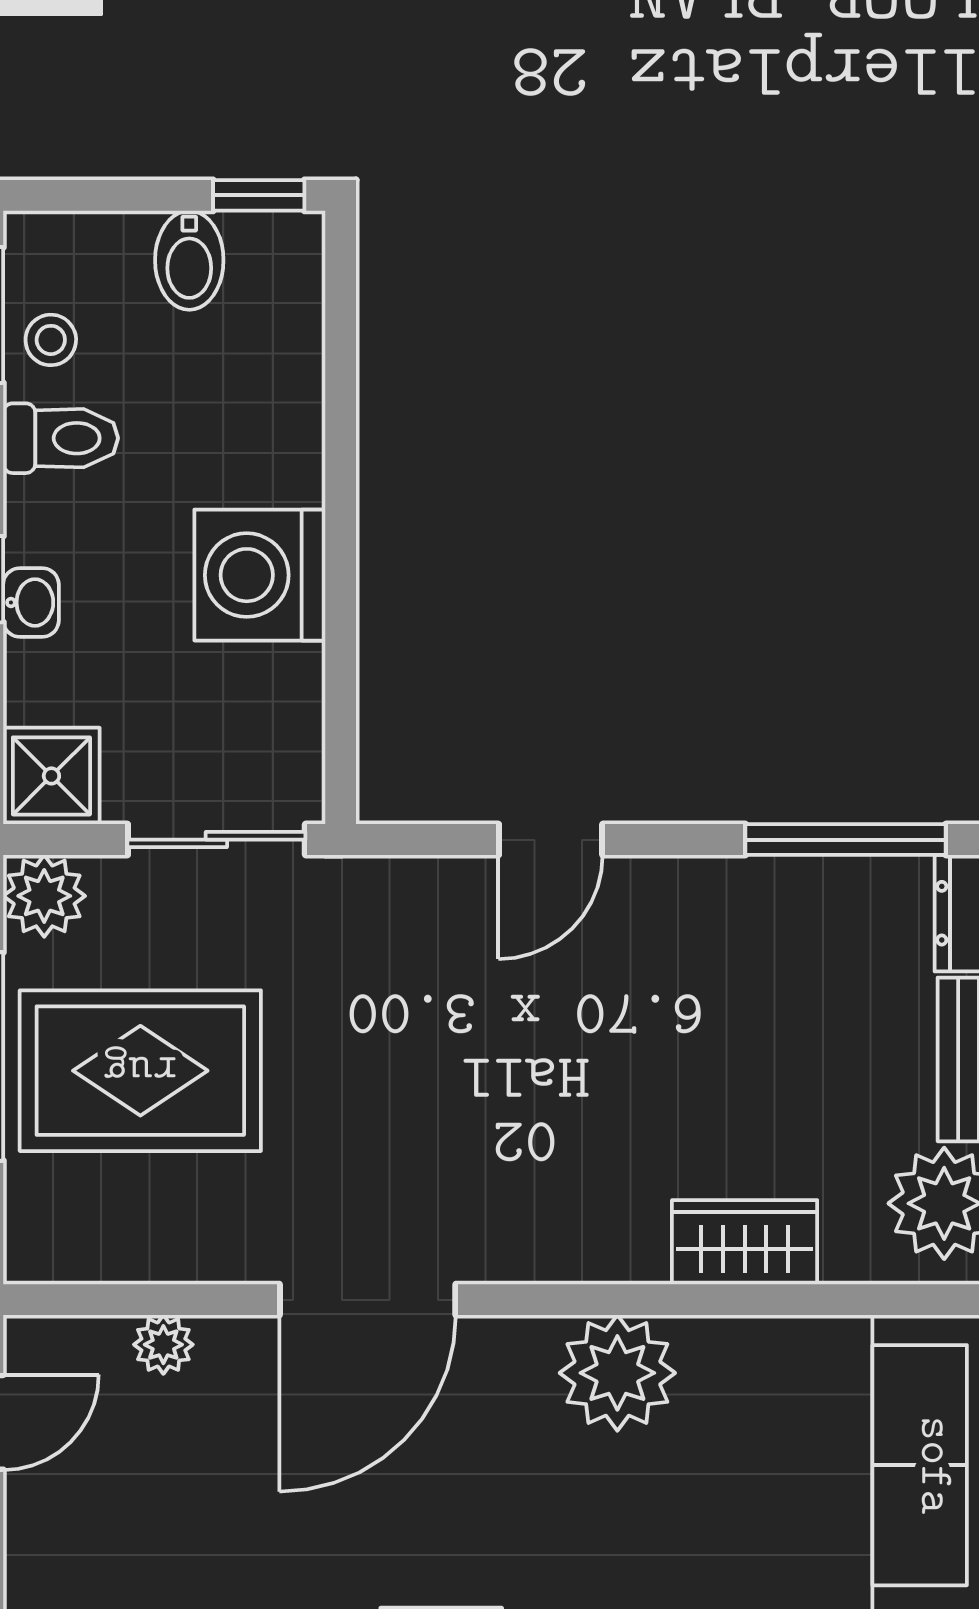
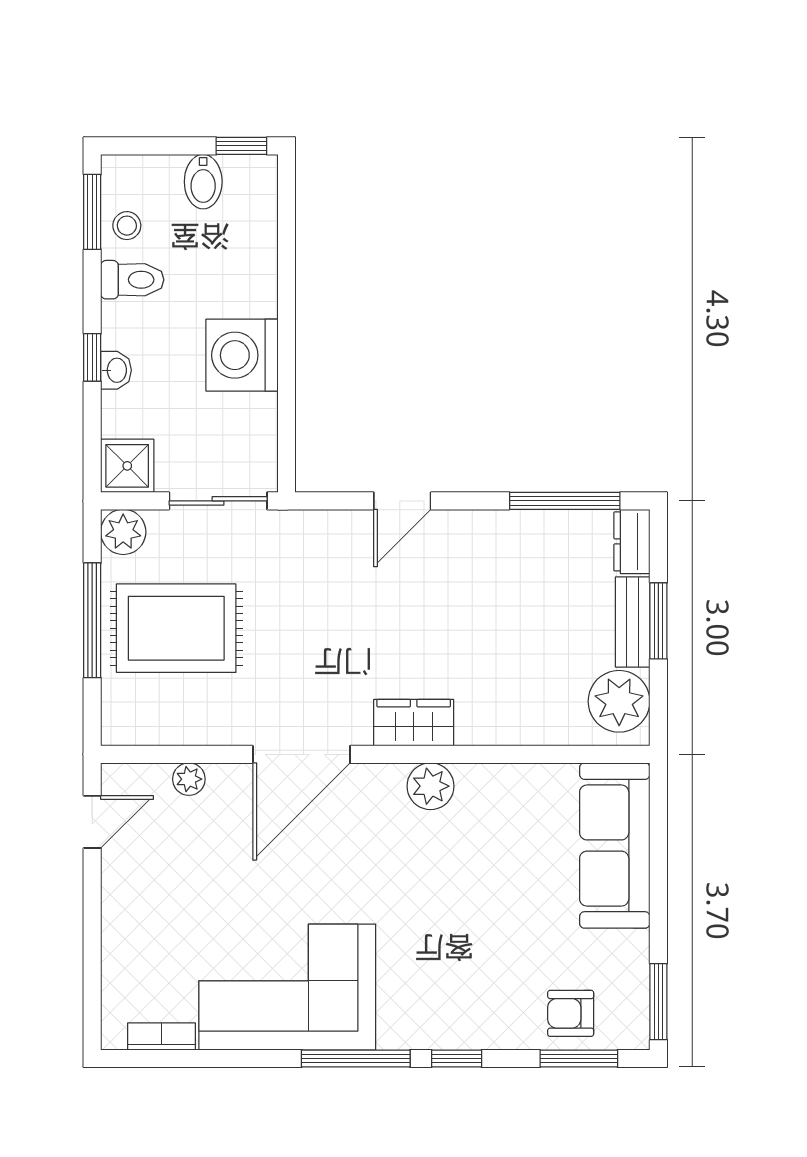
wardrobe: (745, 1242) -> (414, 723), moved
plant: (617, 1373) -> (430, 786), width x0.73, depth x0.73

